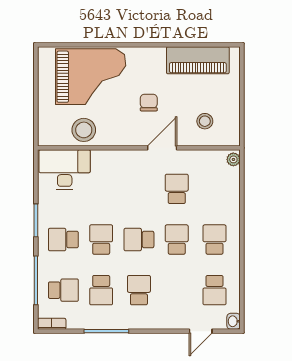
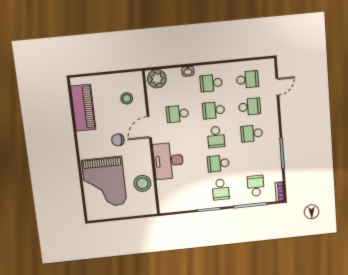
grand piano: (91, 77) -> (104, 182), turned 180
door: (162, 148) -> (149, 127), hinge flipped
plant: (233, 159) -> (157, 79), width x1.88, depth x1.88
desk: (65, 170) -> (168, 161), moved
school desk: (101, 290) -> (250, 107), moved
washbasin: (234, 321) -> (188, 71), moved
door: (201, 331) -> (277, 87), hinge flipped

